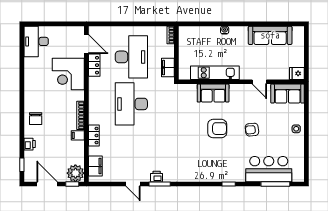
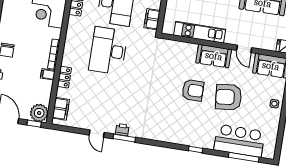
sofa: (213, 93) -> (214, 56), moved
armchair: (252, 130) -> (229, 97), width x1.88, depth x1.88

